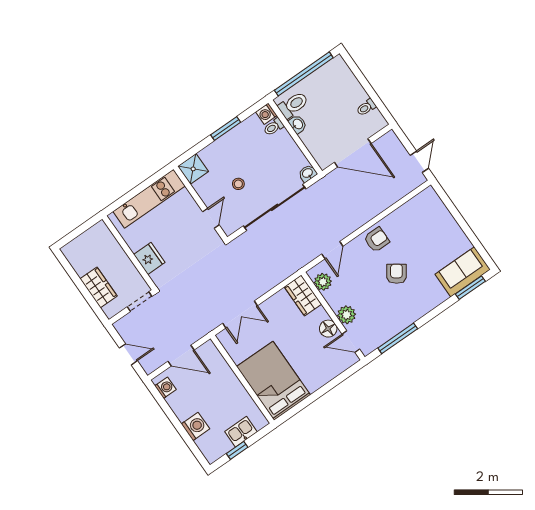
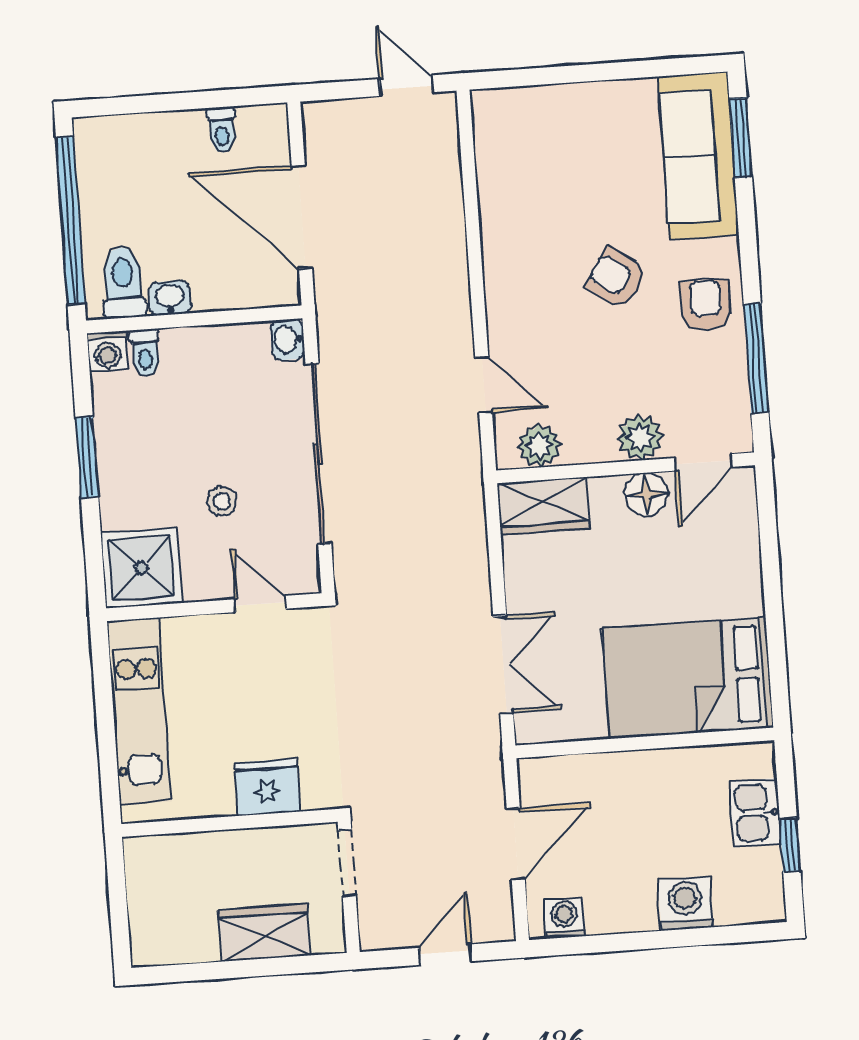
door: (353, 153) -> (302, 217), swing flipped
shower: (193, 169) -> (141, 568), width x1.36, depth x1.36
armchair: (377, 240) -> (706, 305), moved
sofa: (463, 272) -> (698, 156), width x1.36

